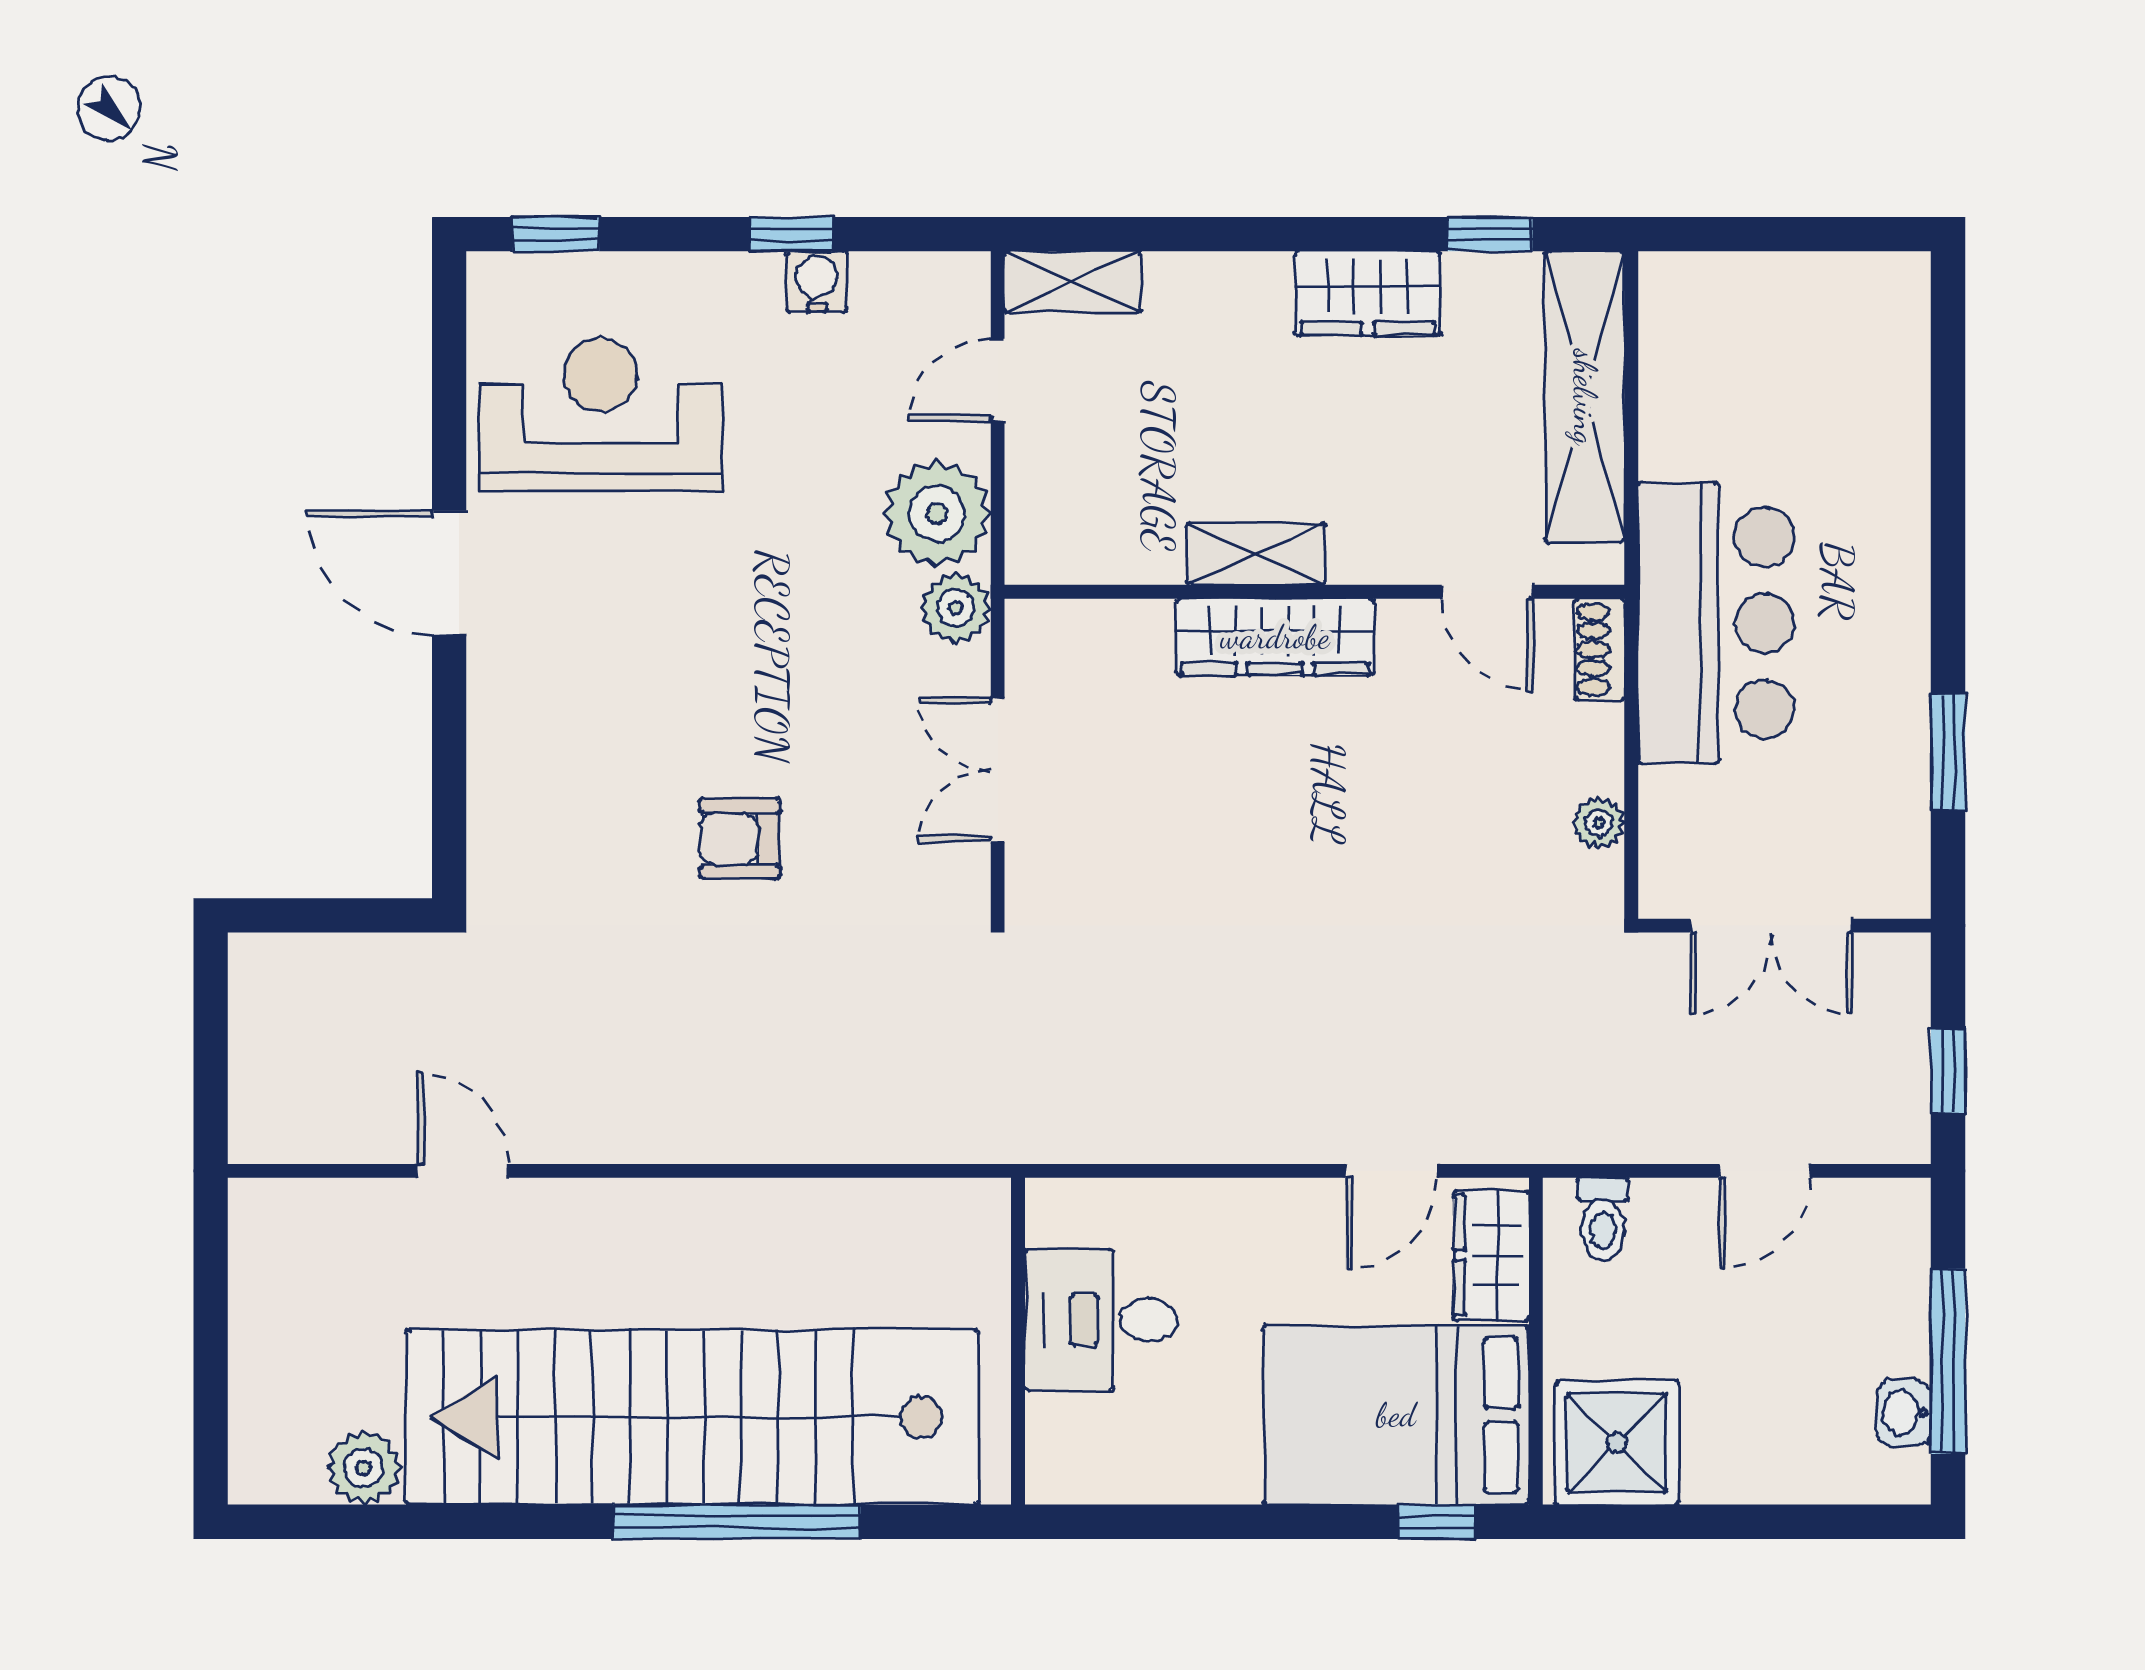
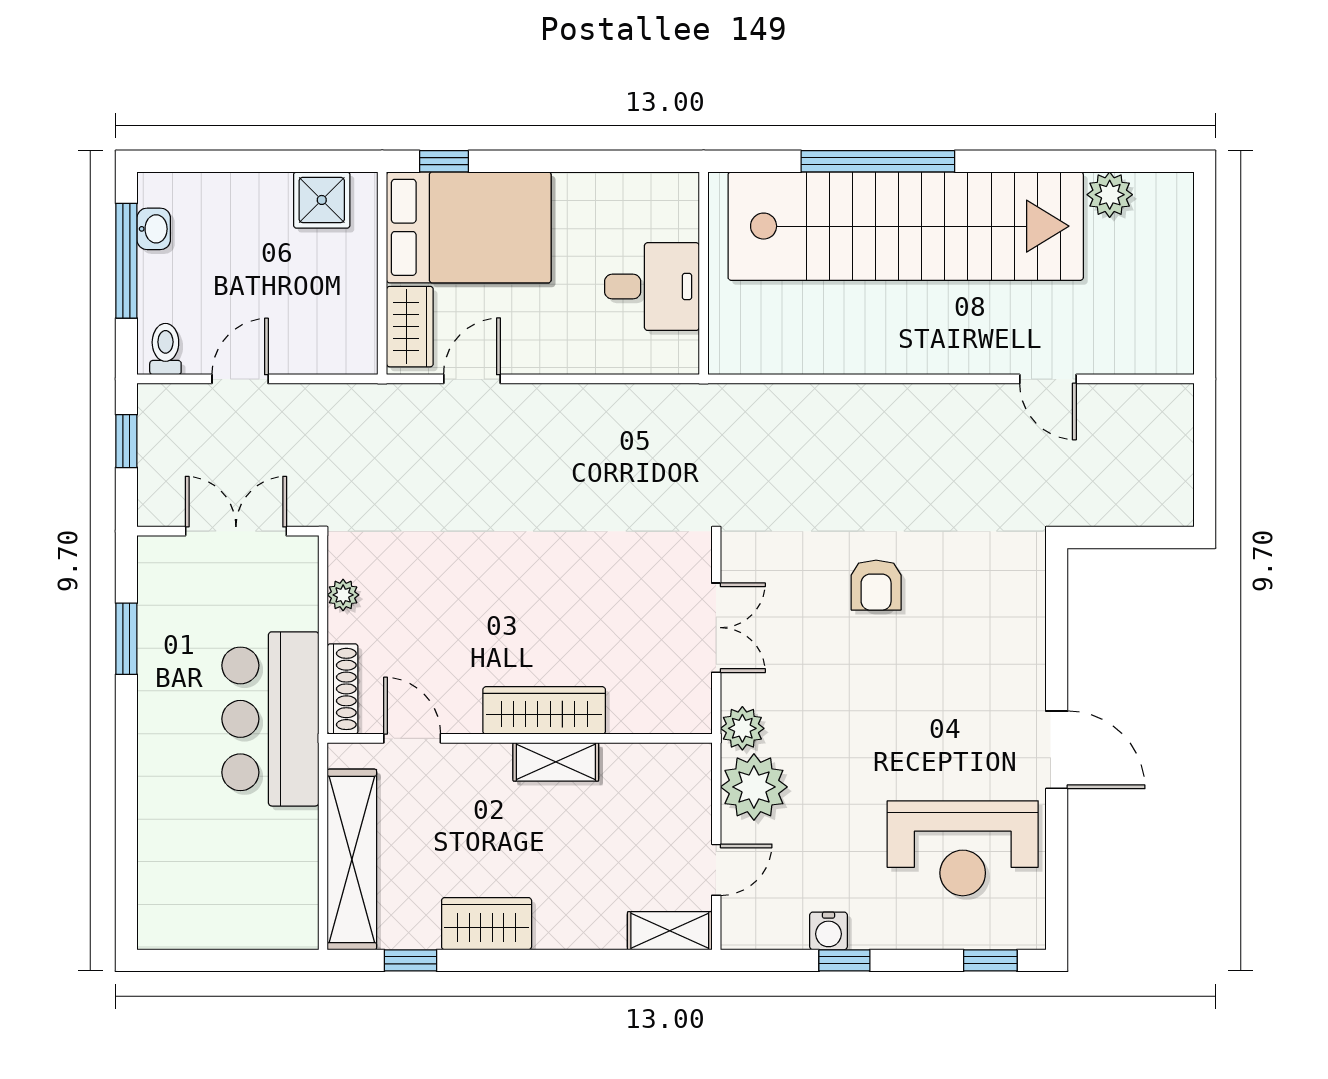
shoe rack: (1600, 650) -> (343, 689), width x1.43
armchair: (740, 839) -> (876, 585), turned 90
toilet: (1603, 1219) -> (165, 349), moved
shower: (1617, 1443) -> (322, 200), width x0.73, depth x0.73

